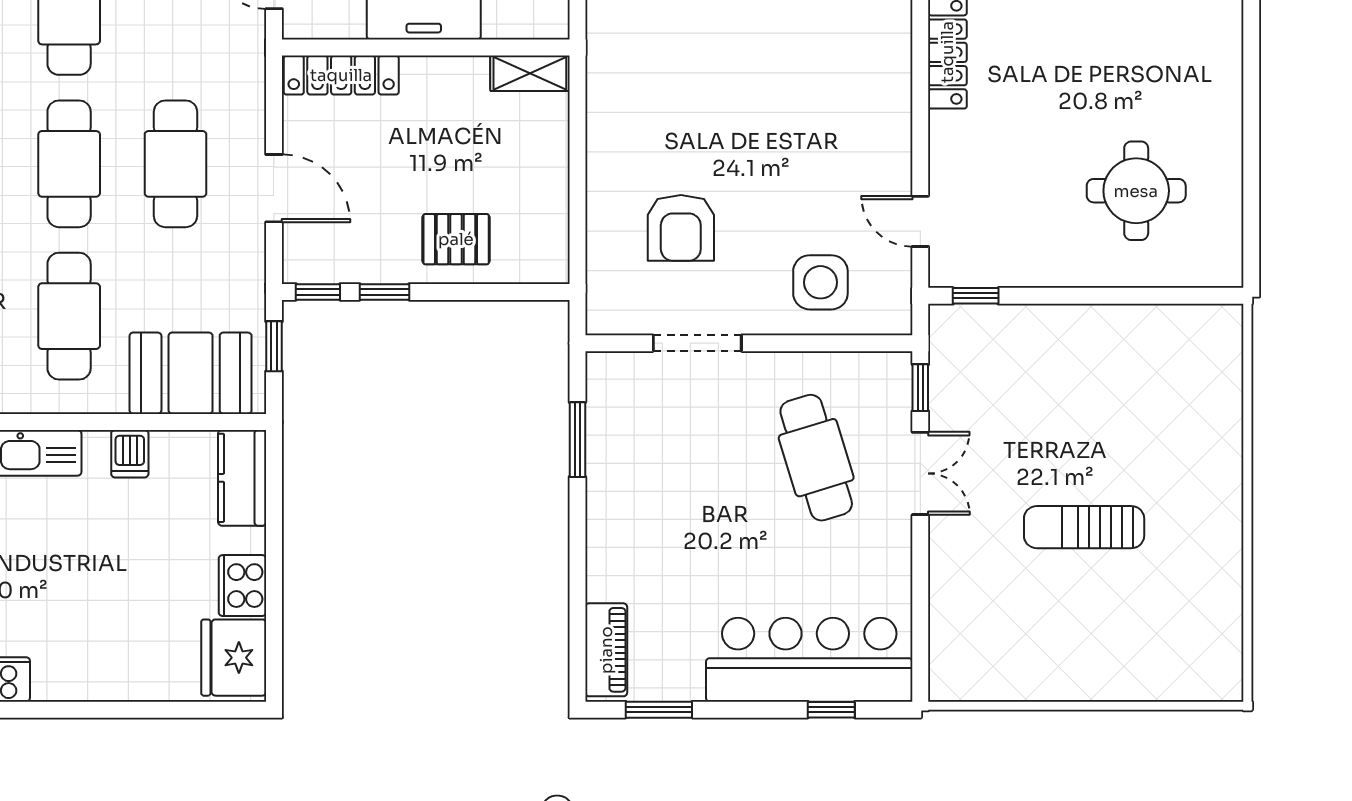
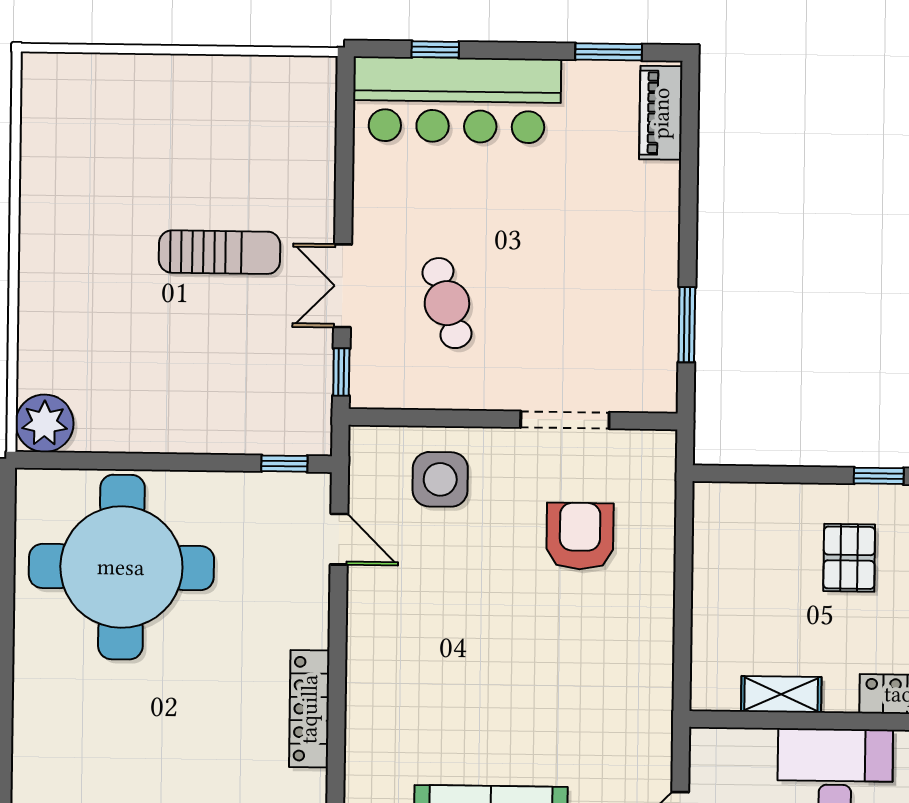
shelving: (530, 73) -> (781, 694), moved
round table: (1136, 191) -> (121, 567), width x1.86, depth x1.86
pallet: (456, 239) -> (849, 558), moved, turned 90
plant: (1215, 333) -> (45, 423), added
cafe table: (816, 458) -> (447, 303), width x0.73, depth x0.74
sun lounger: (1084, 527) -> (219, 252), moved

